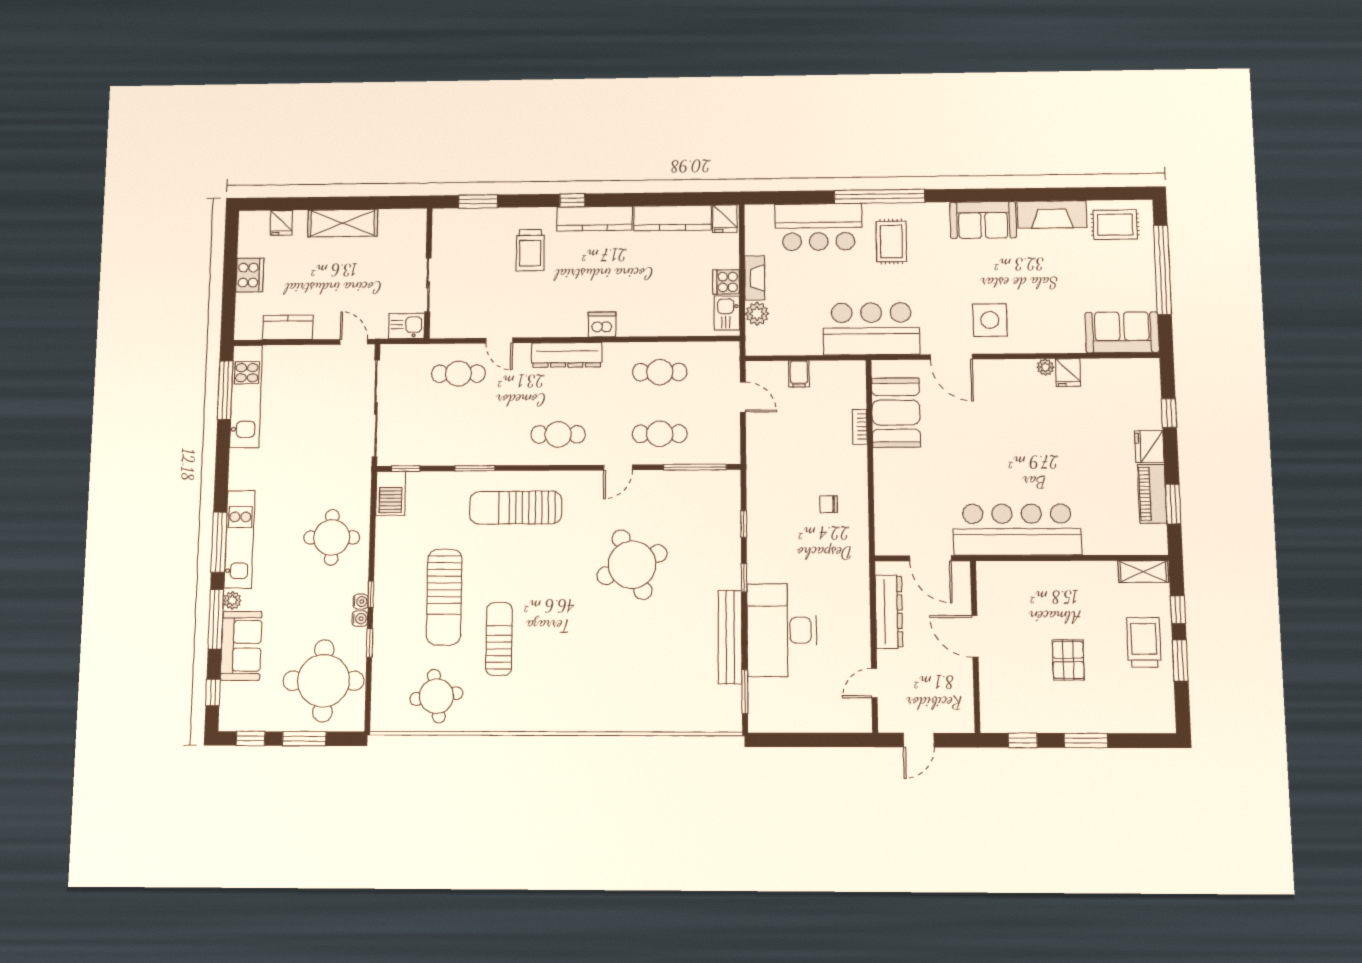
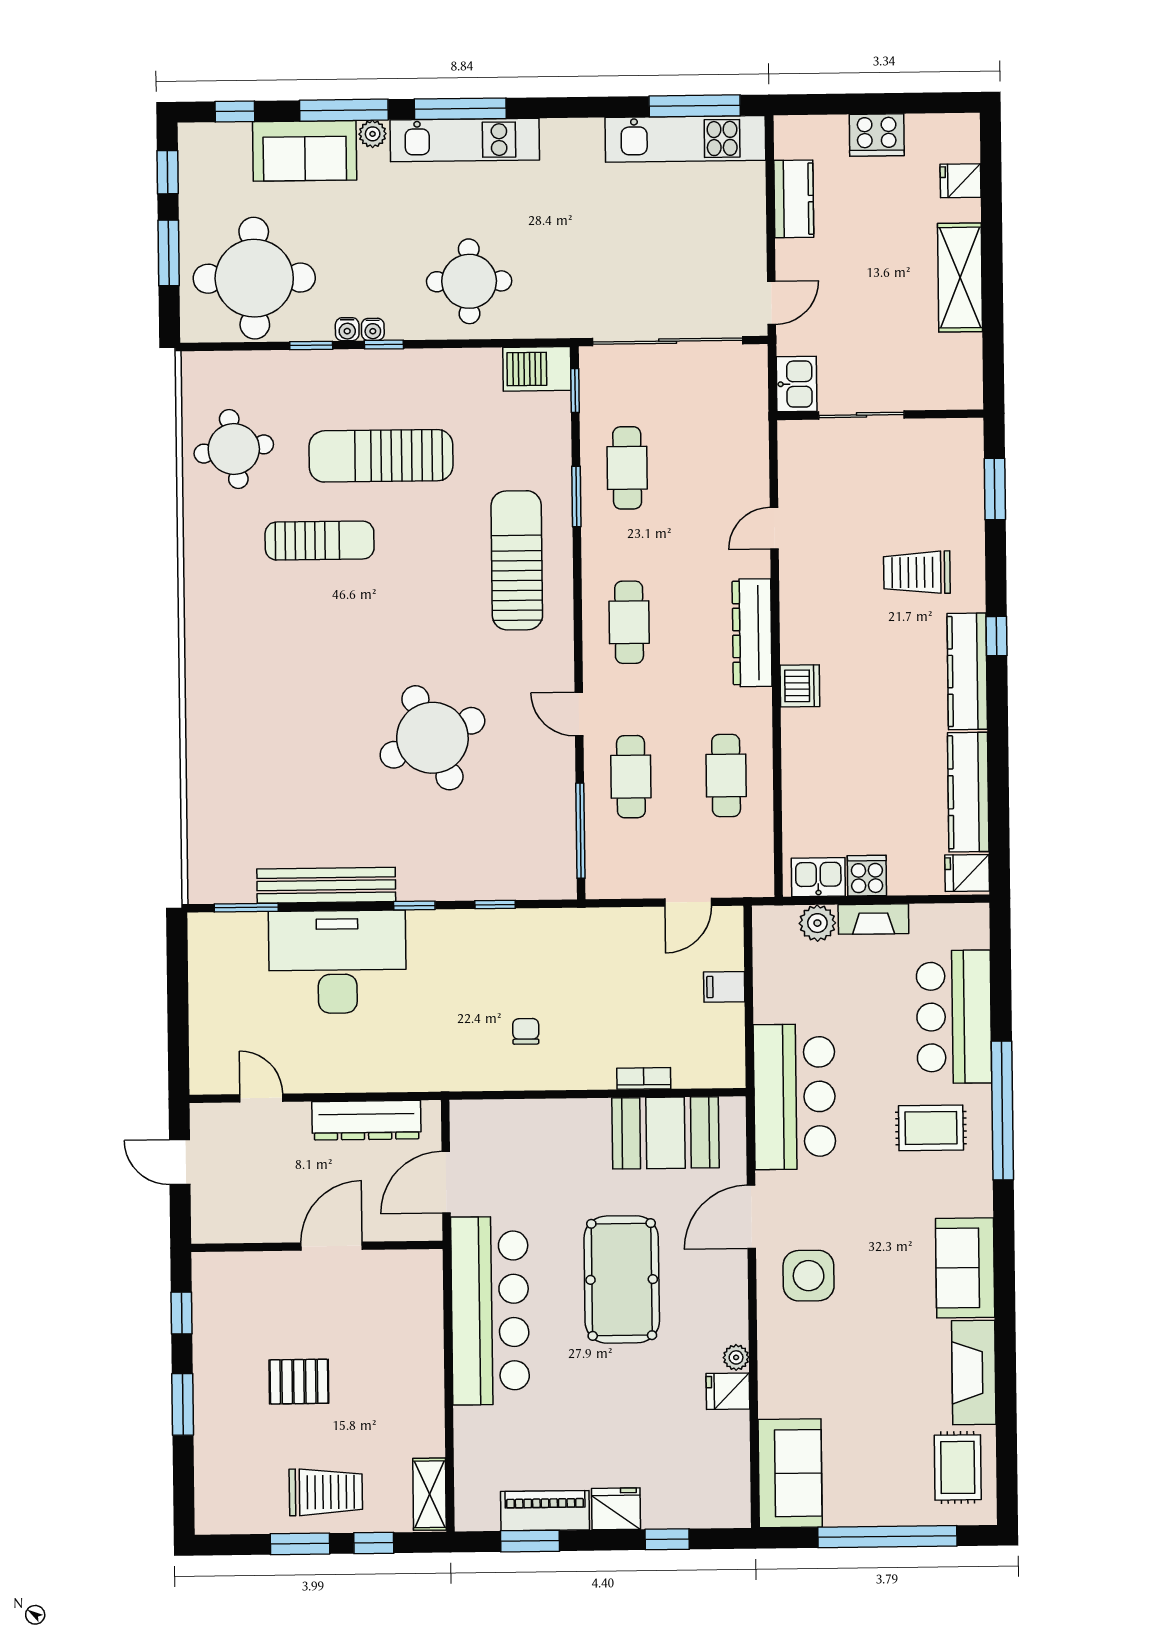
cafe table: (458, 374) -> (627, 468), moved
pool table: (994, 442) -> (622, 1279), added

